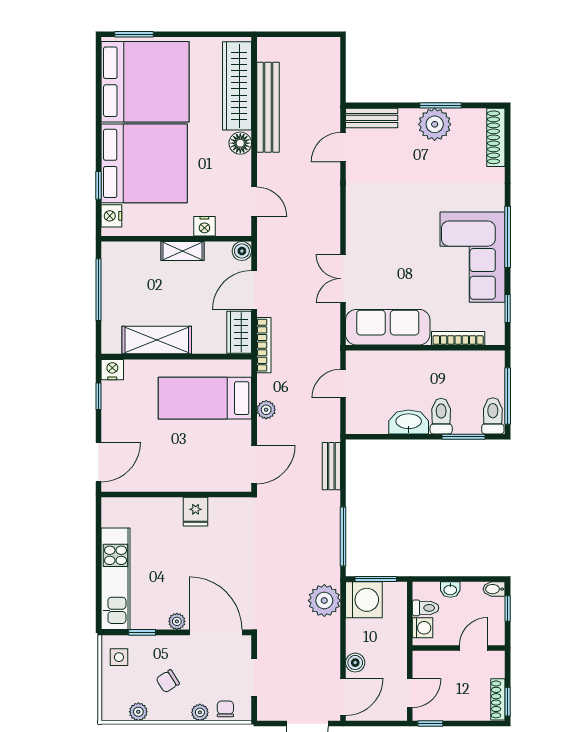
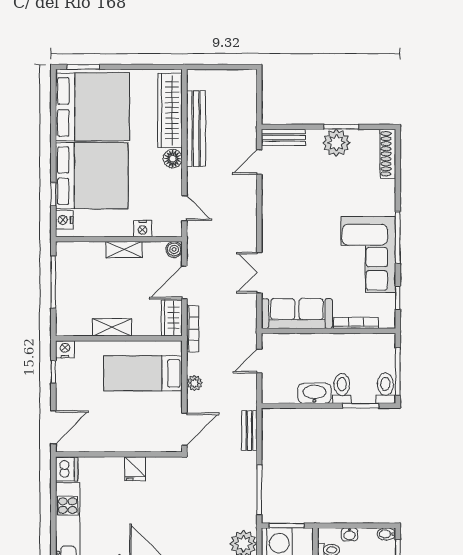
shelving: (157, 340) -> (112, 327), width x0.67, depth x0.75
dishwasher: (114, 512) -> (67, 469), added

